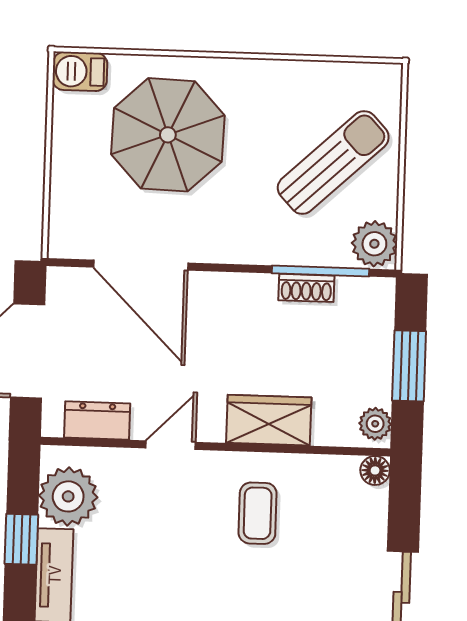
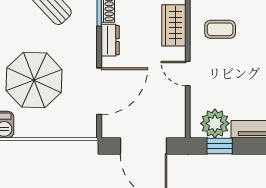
dresser: (97, 420) -> (110, 40), moved, turned 180
window: (21, 539) -> (220, 146), moved

